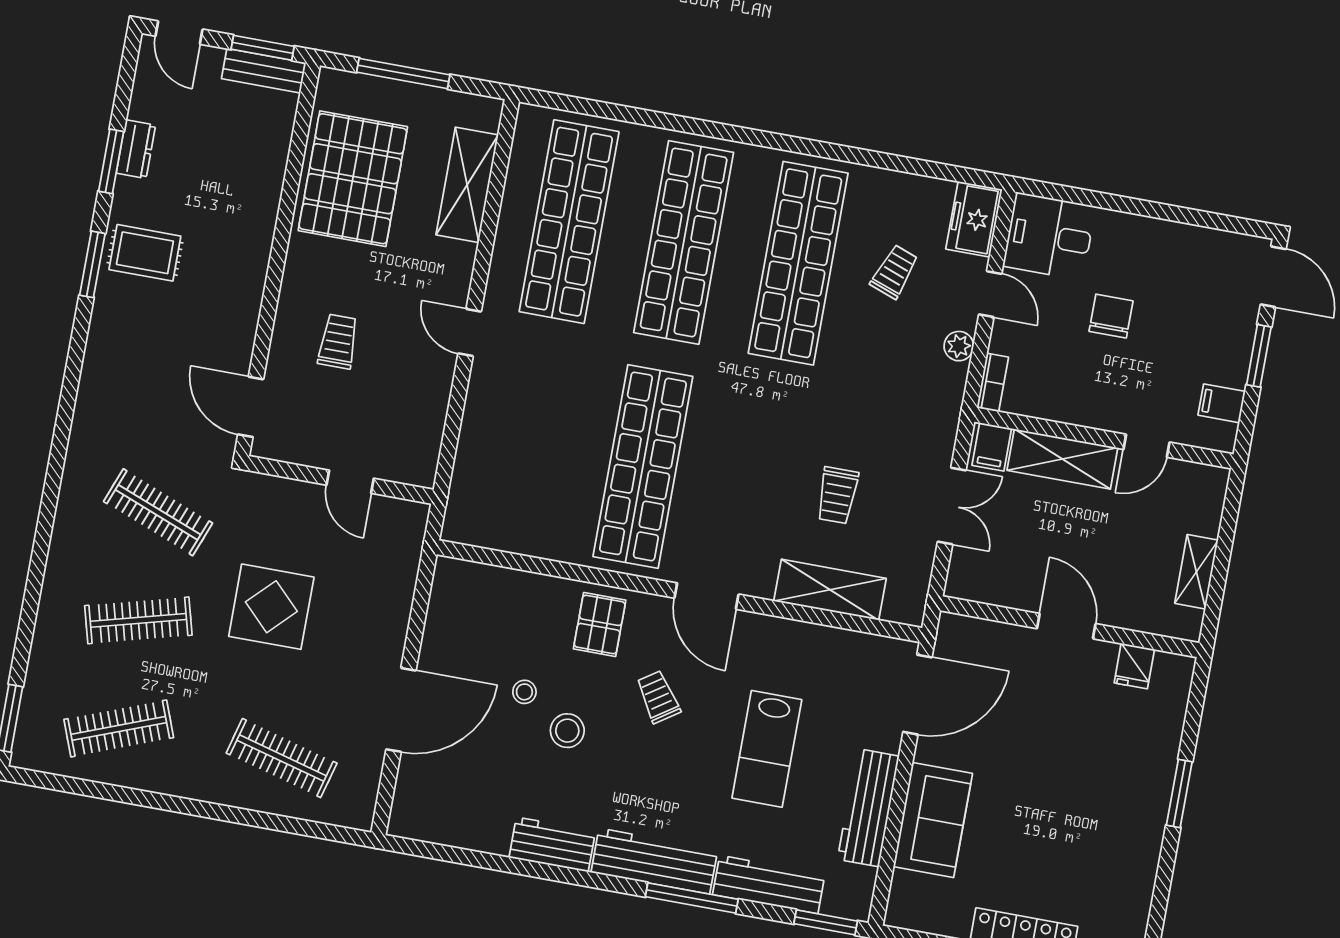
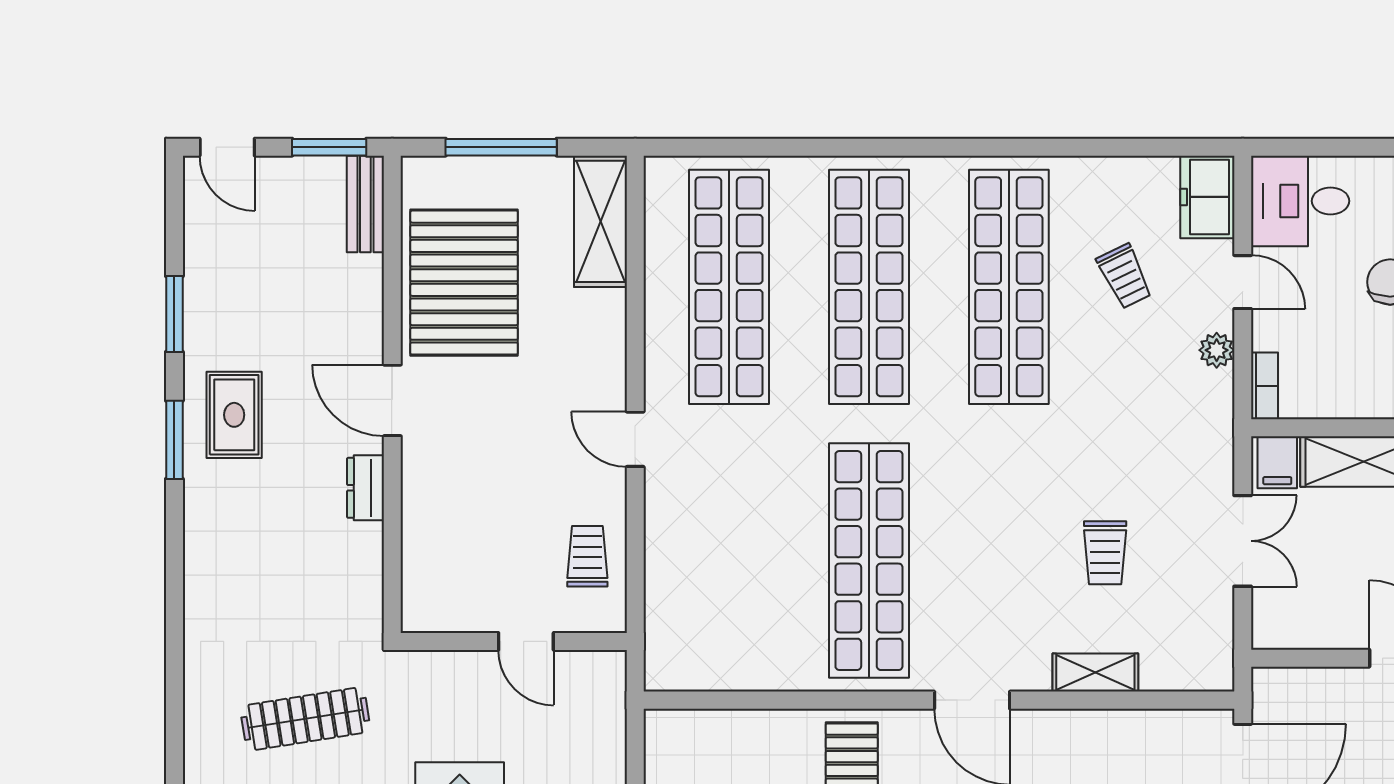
bench: (264, 71) -> (365, 204), moved, turned 90
dresser: (136, 149) -> (366, 488), moved, turned 180
shelving: (467, 185) -> (601, 221), moved
rug: (145, 253) -> (234, 415), turned 90
trolley: (894, 272) -> (1124, 276), turned 134
trolley: (338, 341) -> (587, 556), moved
door: (251, 407) -> (392, 400), moved
clothes rail: (158, 512) -> (305, 719), turned -30
shelving: (830, 590) -> (1095, 673), width x0.67, depth x0.75

